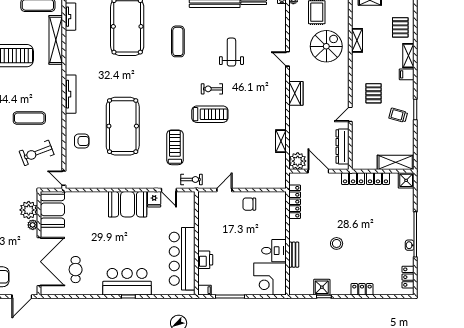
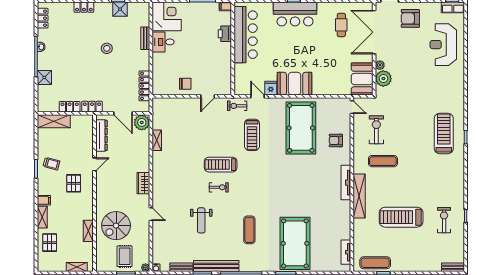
shelving: (56, 40) -> (359, 196), moved
pool table: (123, 126) -> (301, 128), moved
exercise bike: (37, 153) -> (376, 130), turned -69
shower: (406, 180) -> (44, 77), moved

